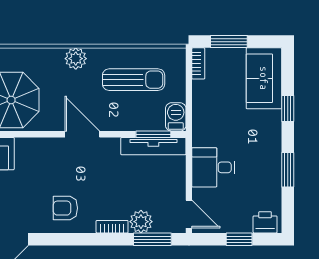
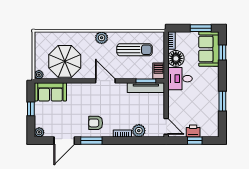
window: (229, 42) -> (201, 28), moved
floor lamp: (206, 95) -> (176, 58), added
window: (288, 108) -> (222, 52), moved
desk: (213, 167) -> (180, 79), moved
printer: (265, 222) -> (193, 131), moved
window: (152, 239) -> (91, 141), moved

